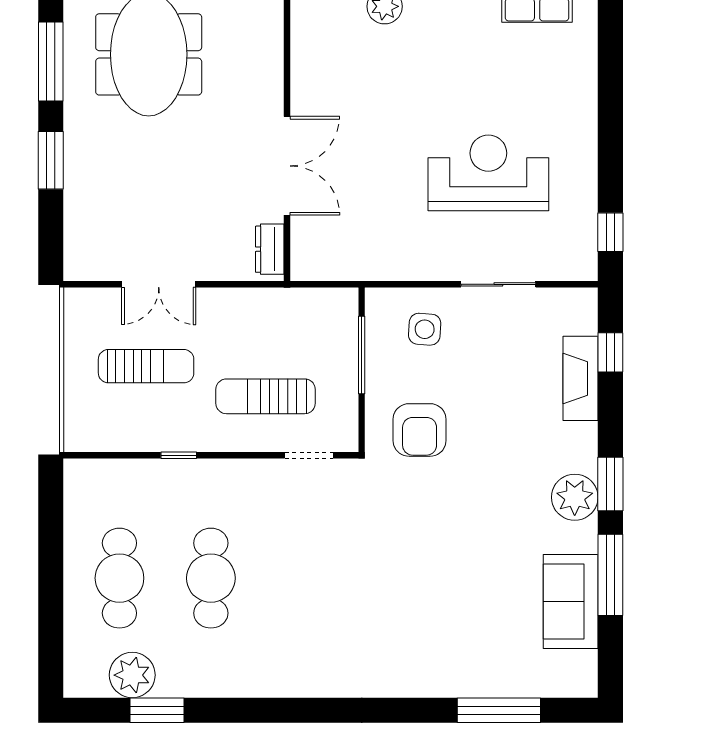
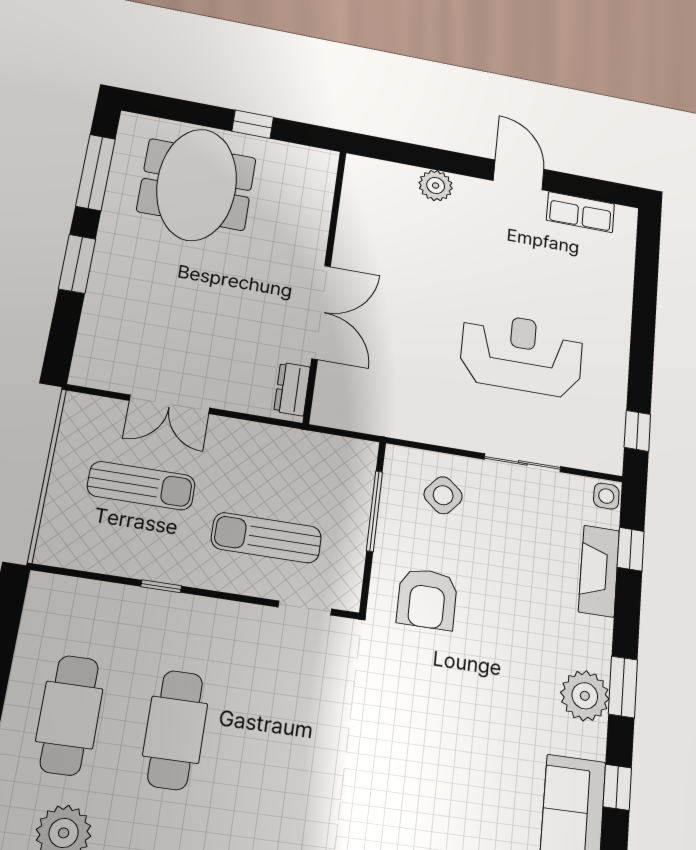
side table: (583, 304) -> (606, 496), added
side table: (425, 329) -> (443, 495), turned 36
window: (610, 575) -> (617, 787), width x0.46

